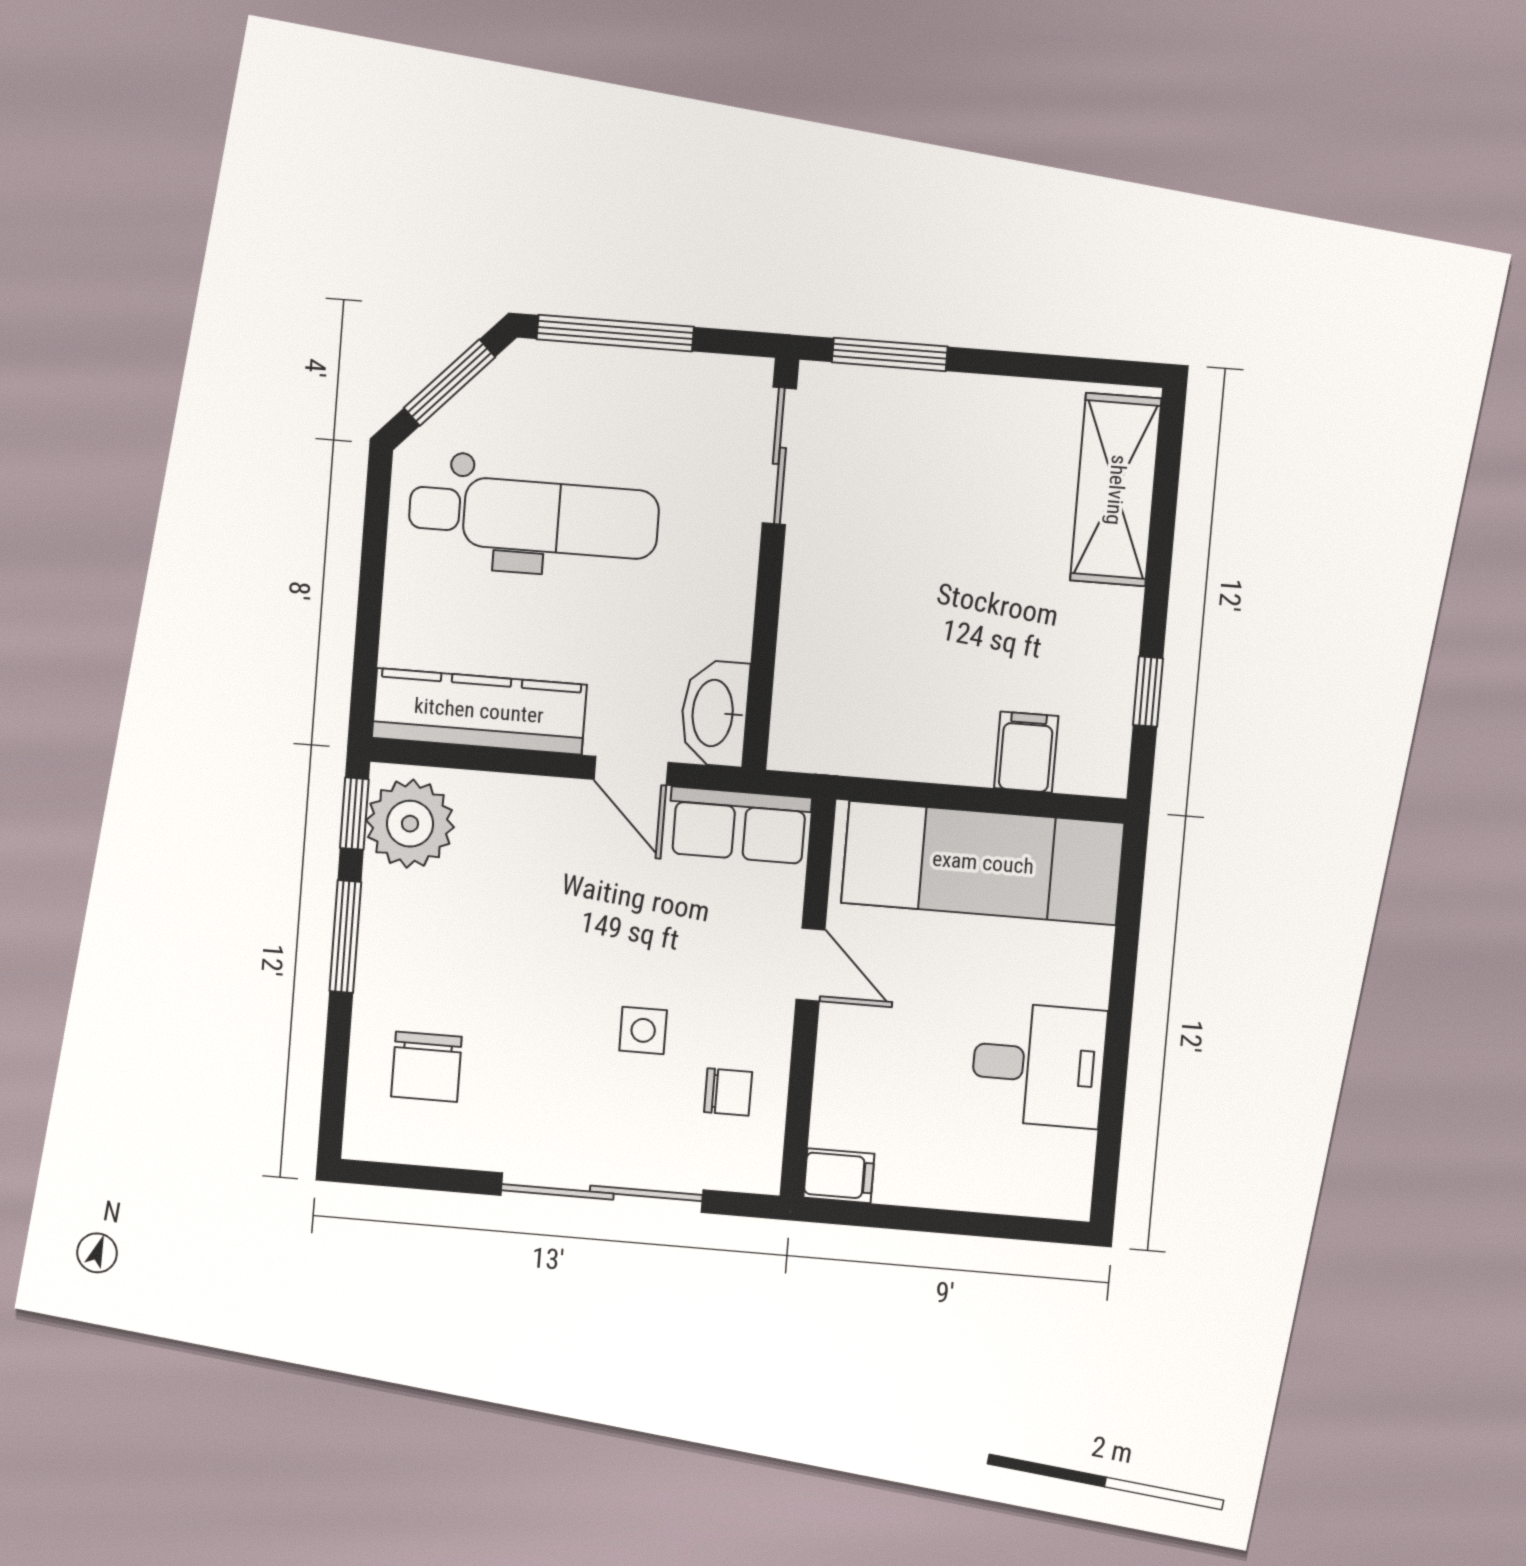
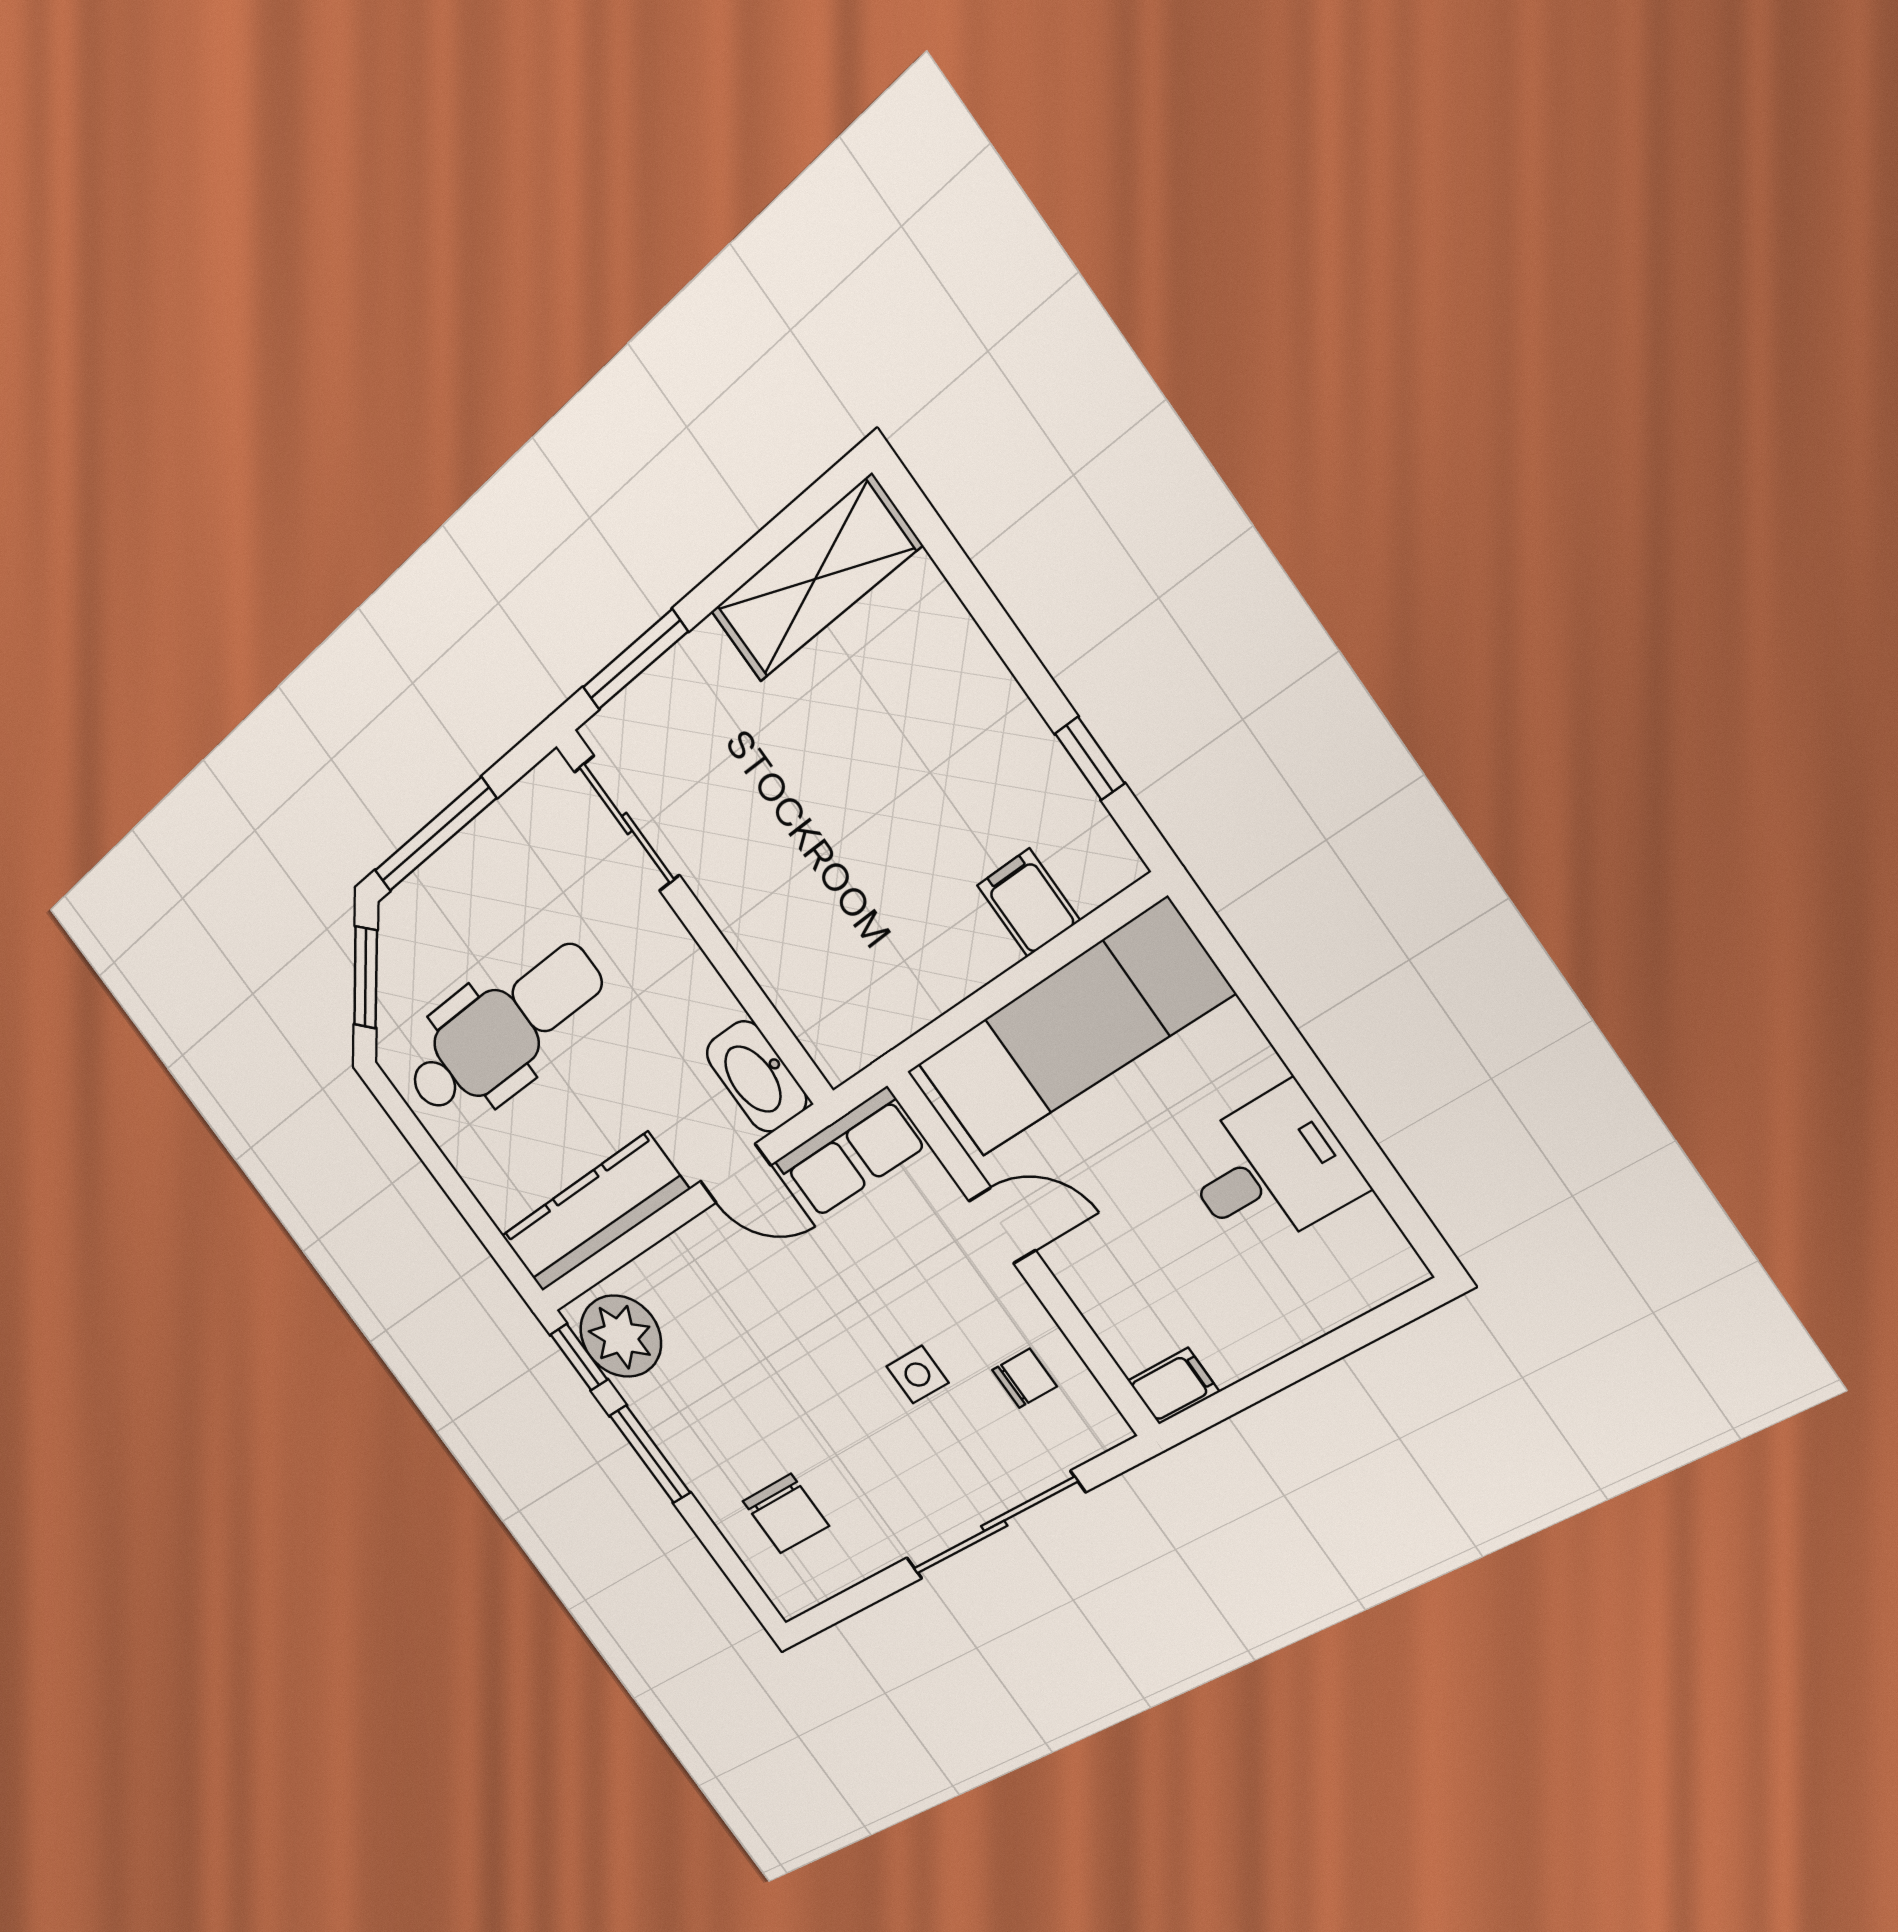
shelving: (1116, 490) -> (815, 579), moved, turned 90

